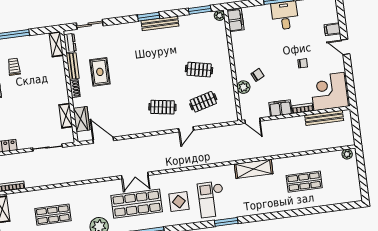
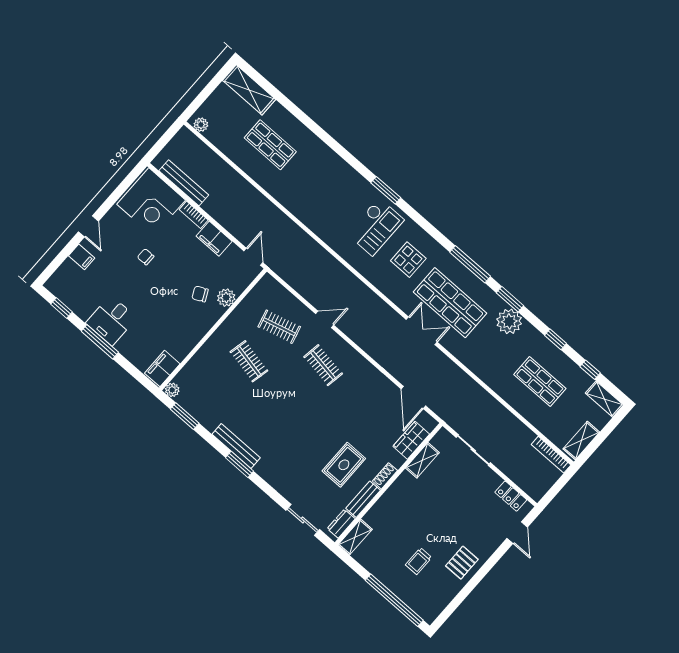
shelving: (254, 169) -> (249, 90), moved

